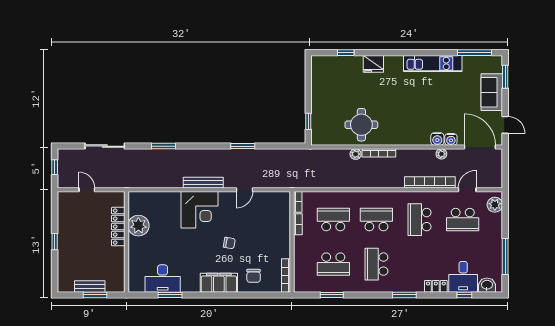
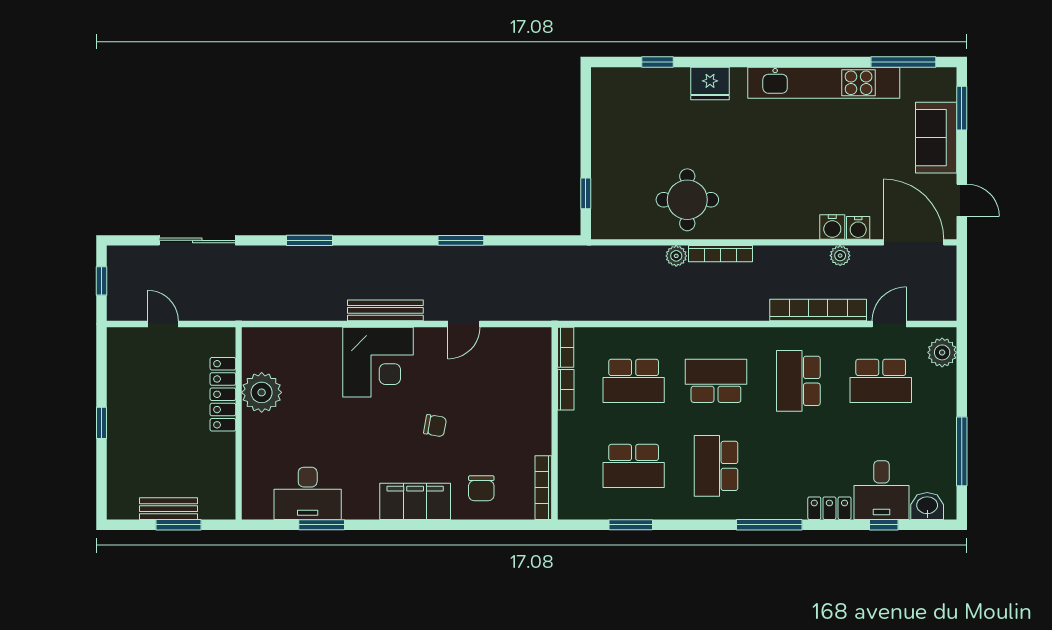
kitchen unit: (433, 63) -> (824, 83), width x1.36
school desk: (333, 220) -> (634, 381), turned 180
window: (404, 295) -> (769, 525), width x1.44

